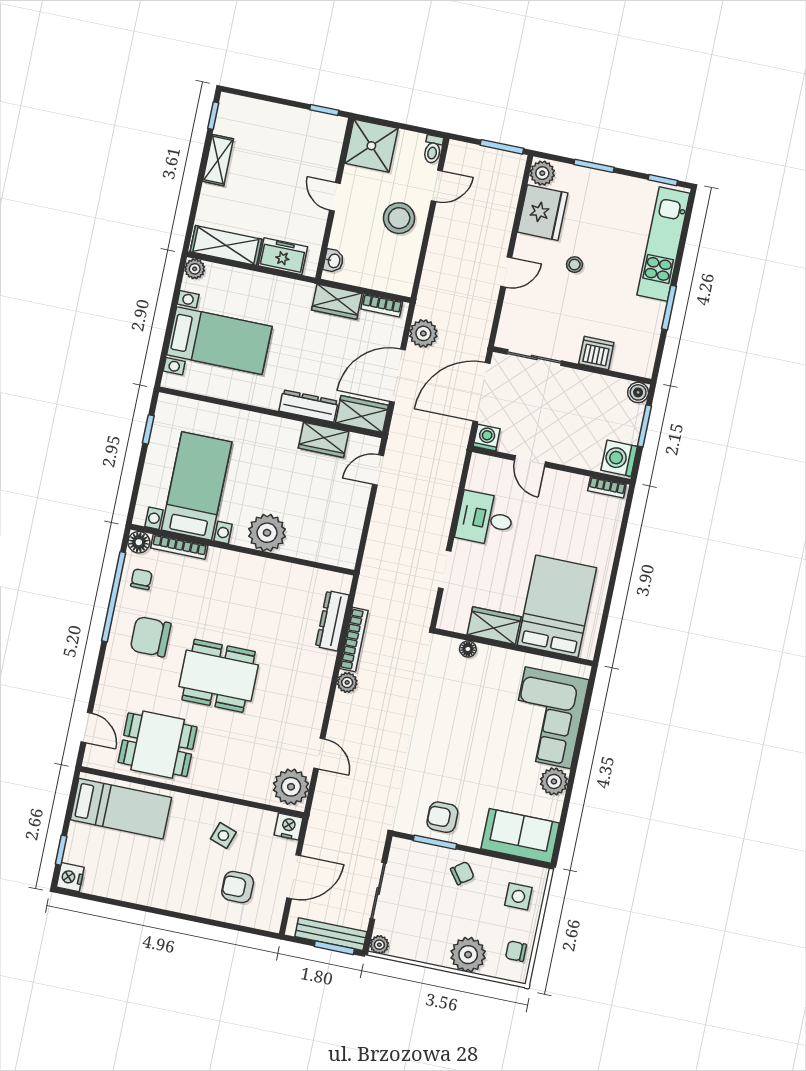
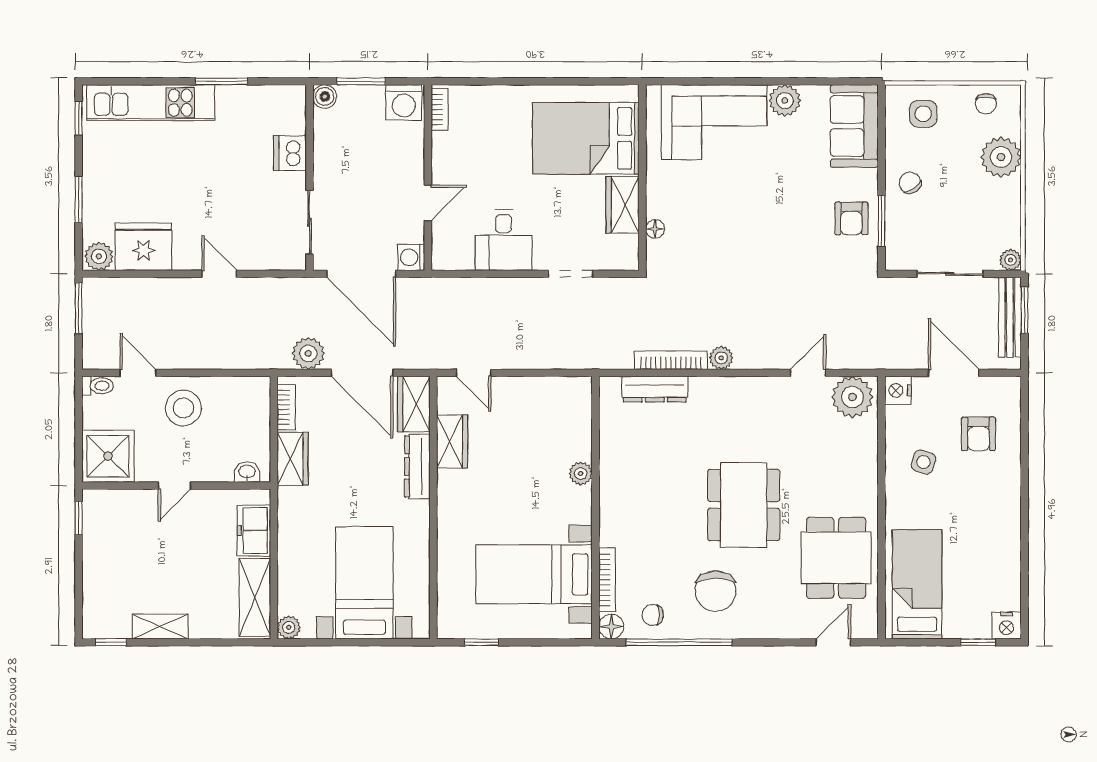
stool: (575, 265) -> (195, 198), removed
plant: (267, 533) -> (581, 474), width x0.53, depth x0.53

